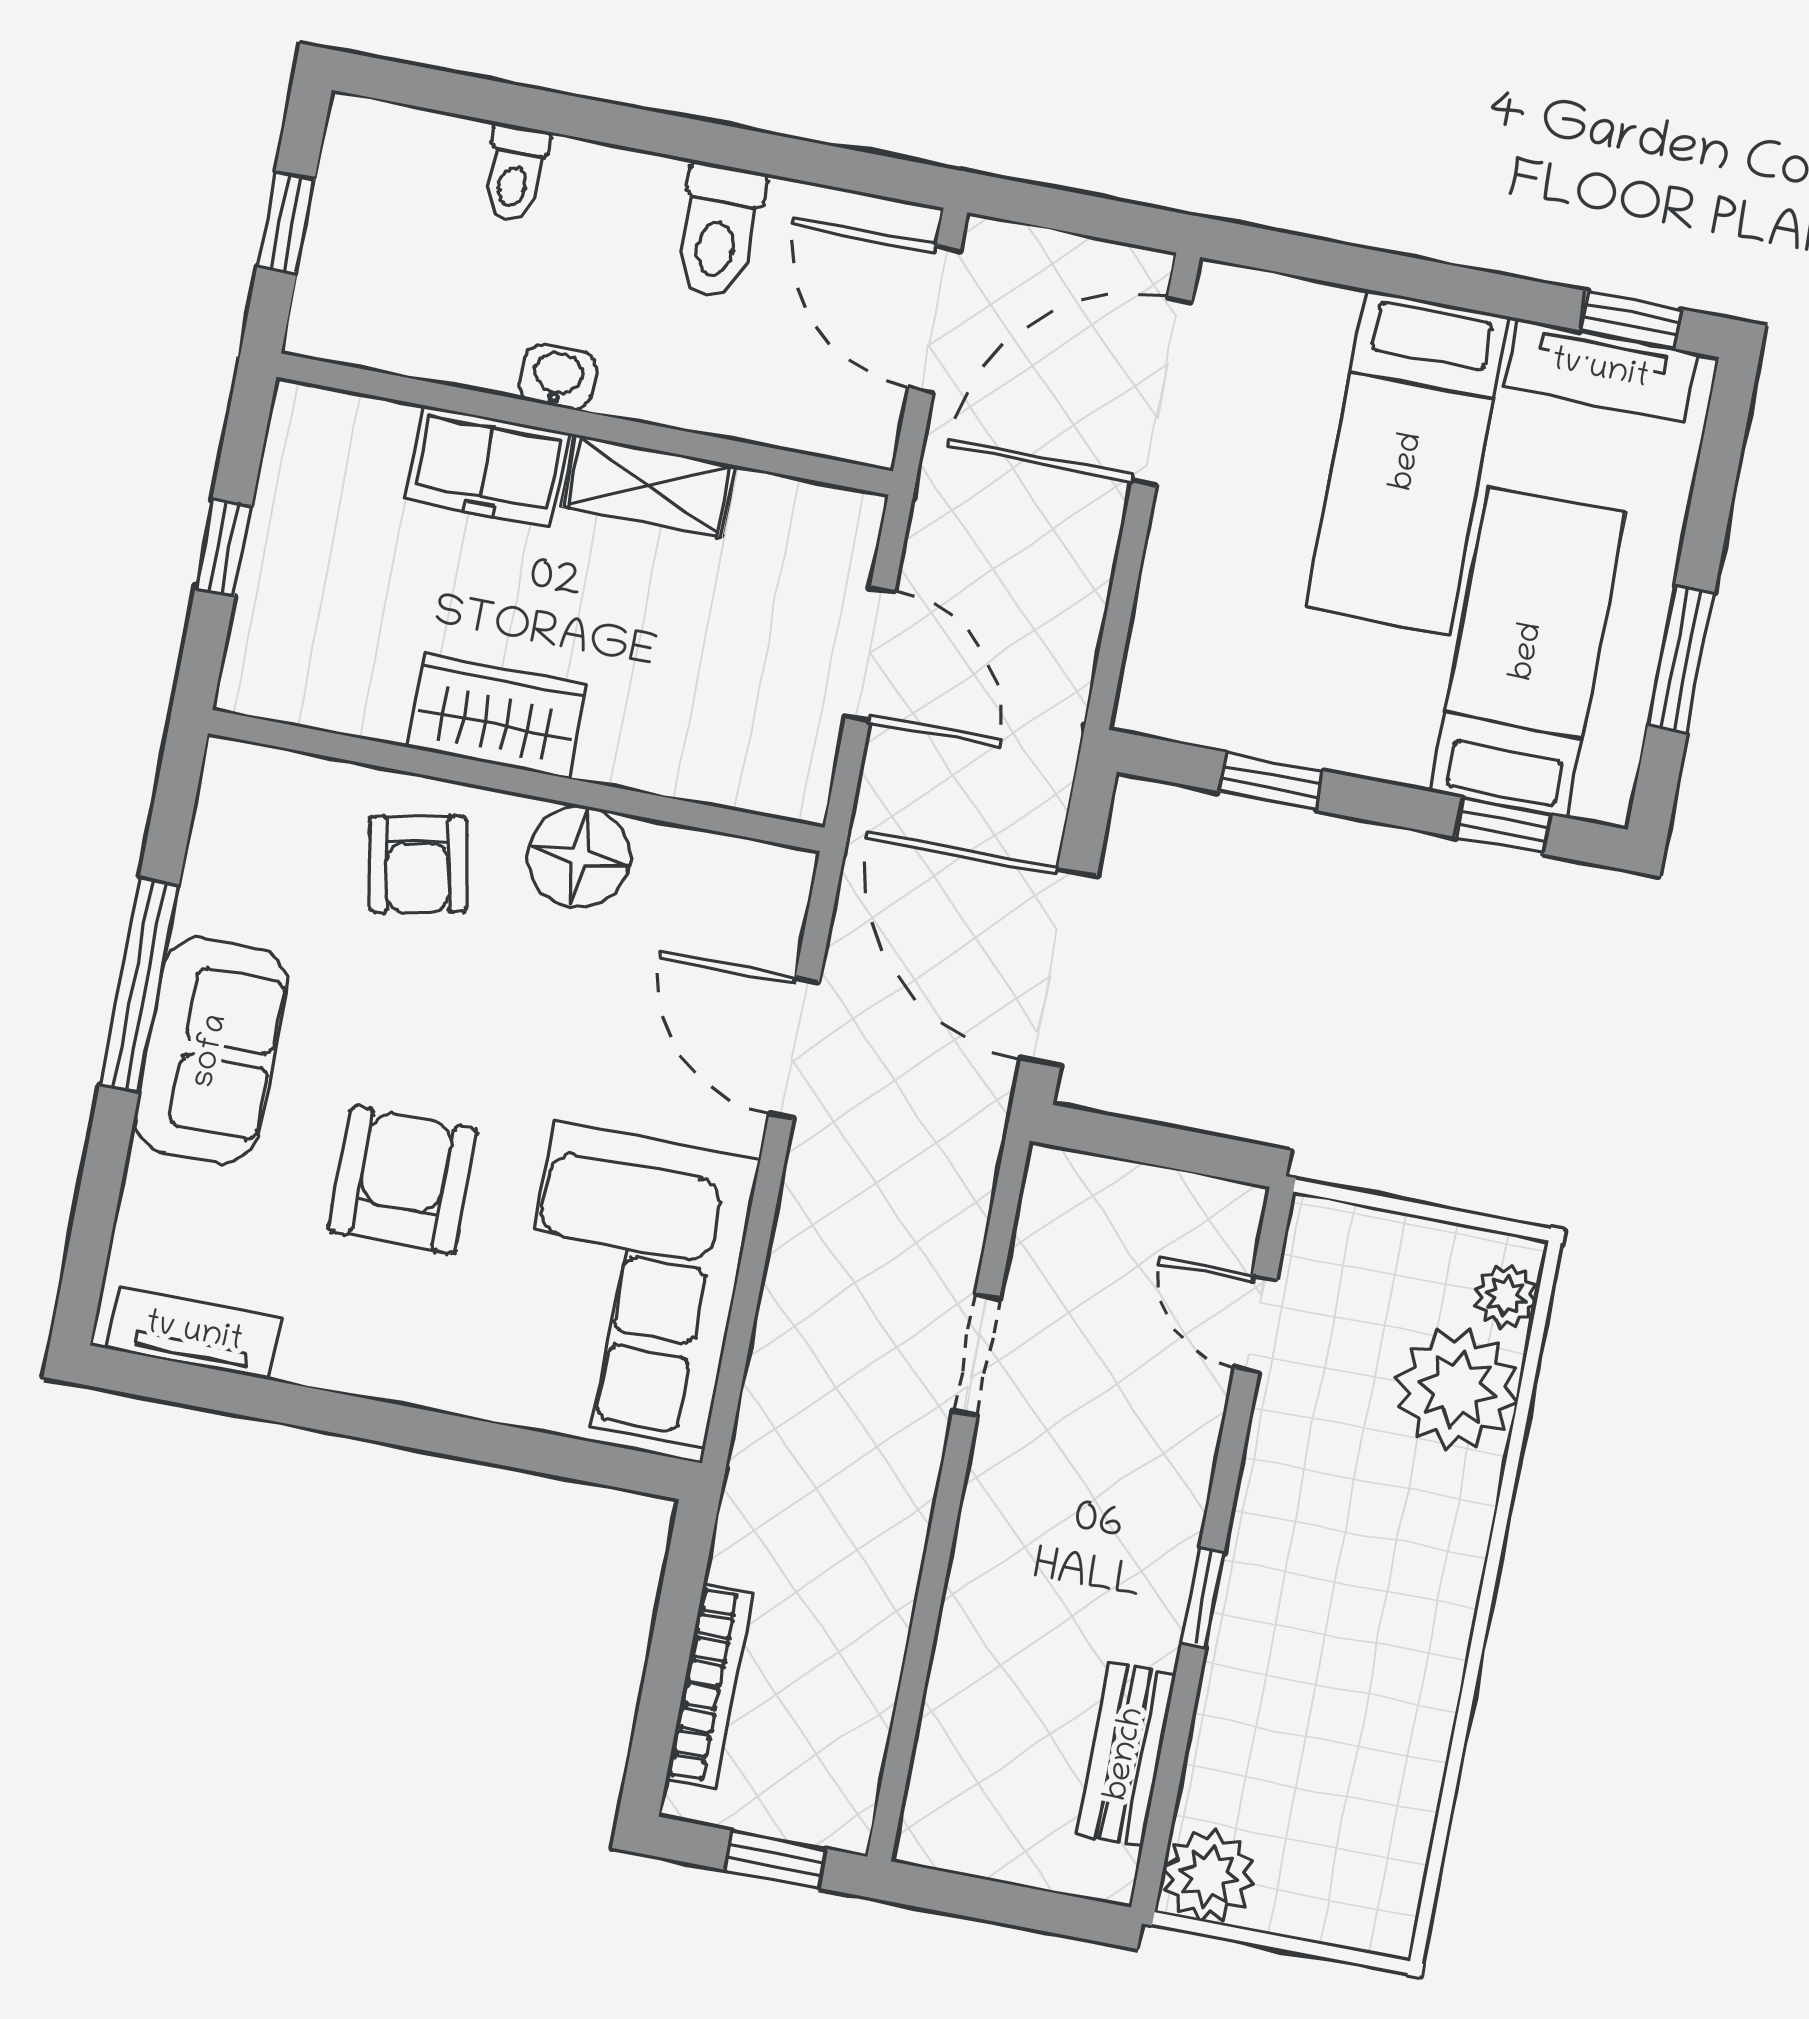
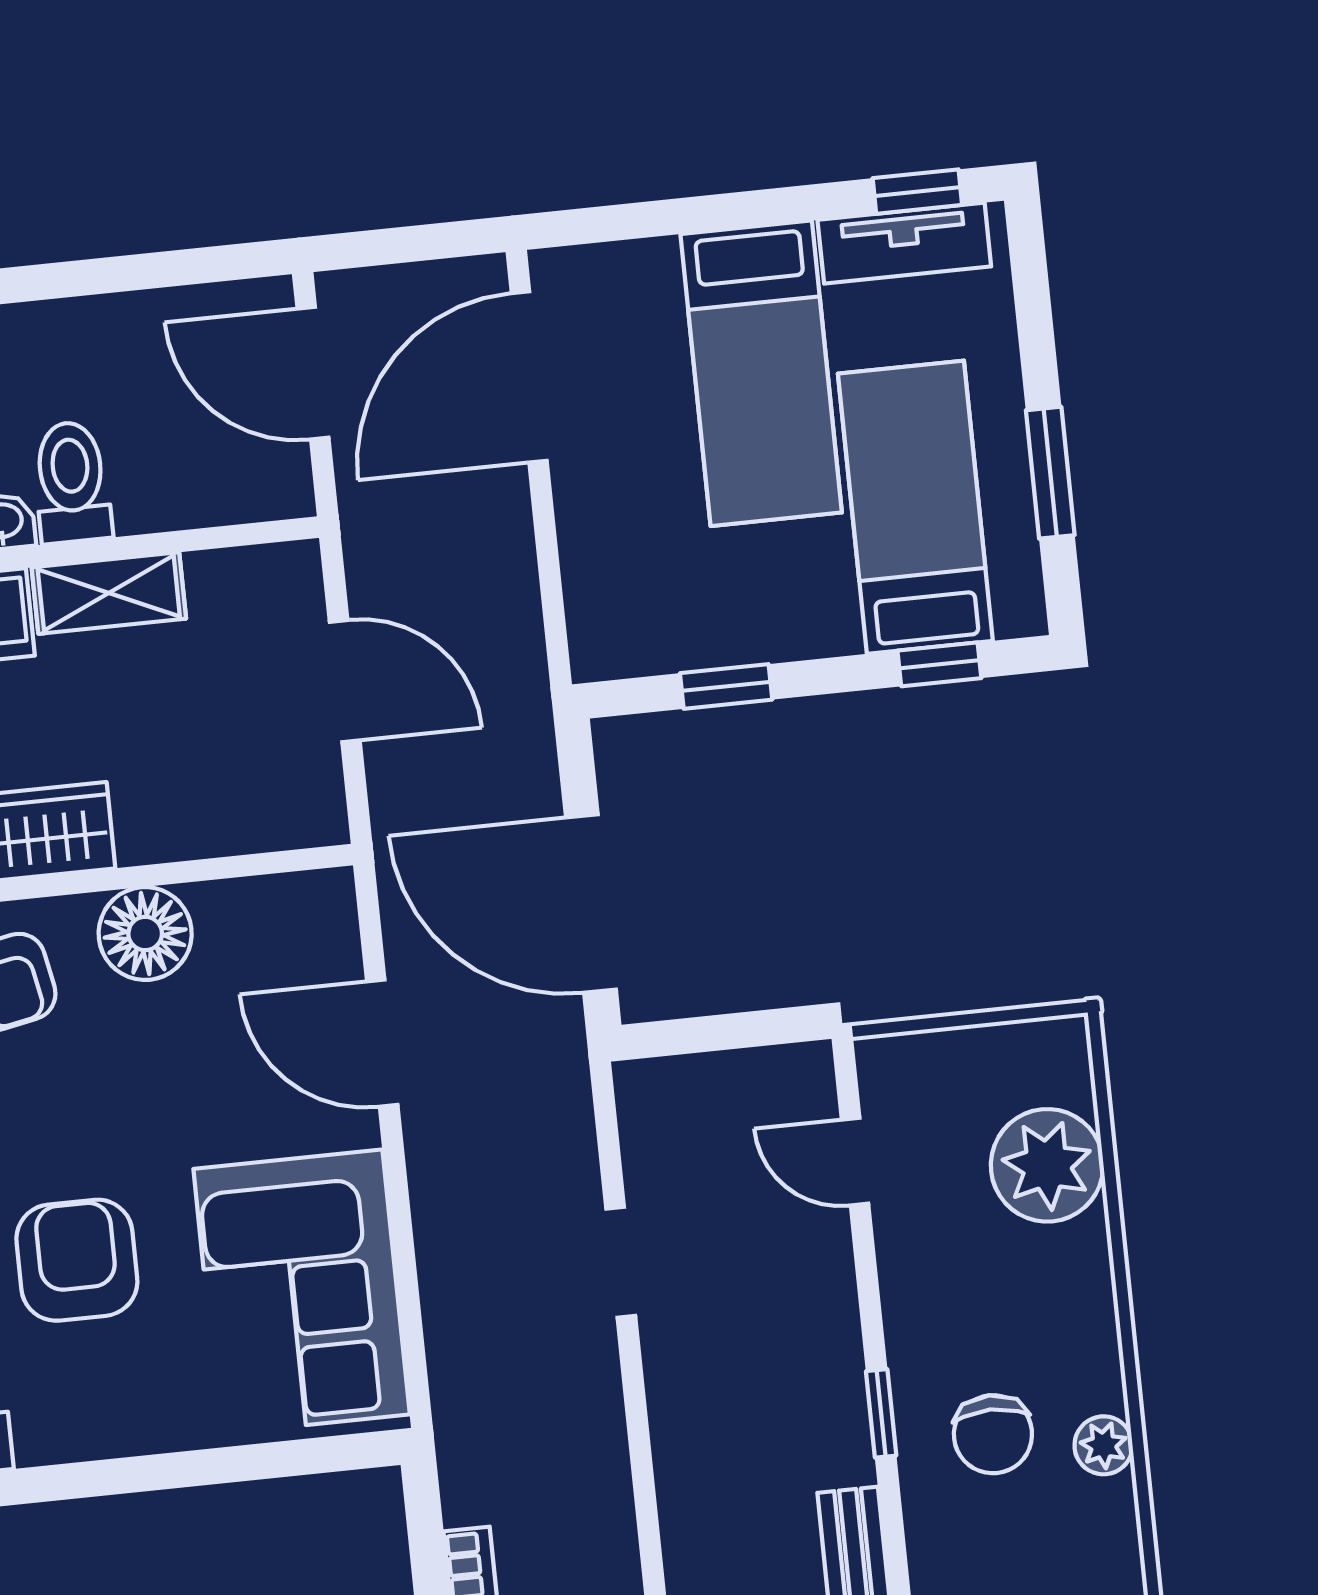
toilet: (718, 231) -> (72, 482), moved, turned 180
plant: (1506, 1296) -> (1104, 1445), moved
chair: (1314, 1655) -> (993, 1434), added

